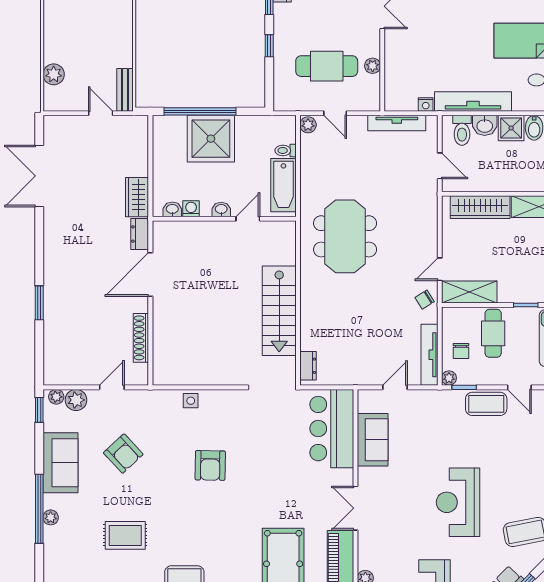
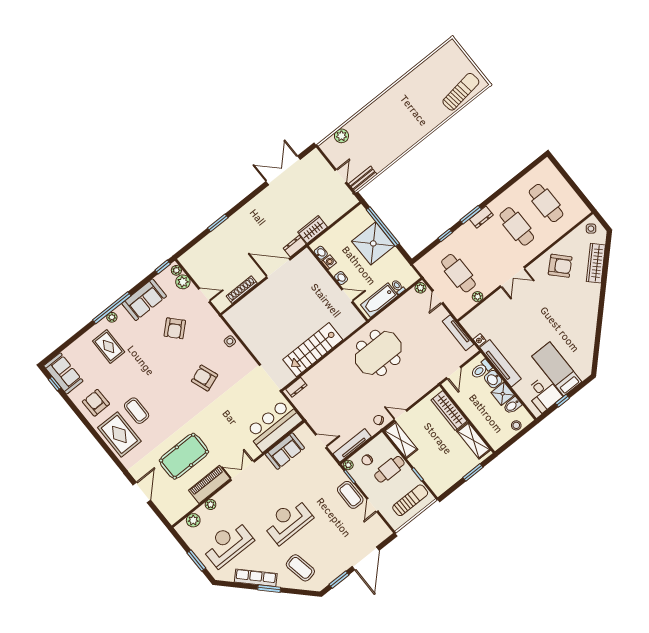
armchair: (210, 465) -> (205, 378), turned 69
rug: (125, 535) -> (109, 346), moved

